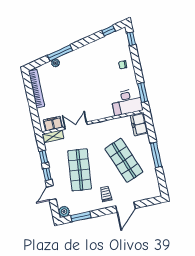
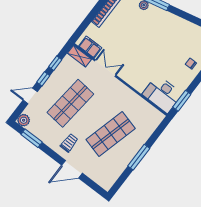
freezer: (139, 124) -> (152, 121), removed
shop shelf: (124, 160) -> (111, 134), turned 36

